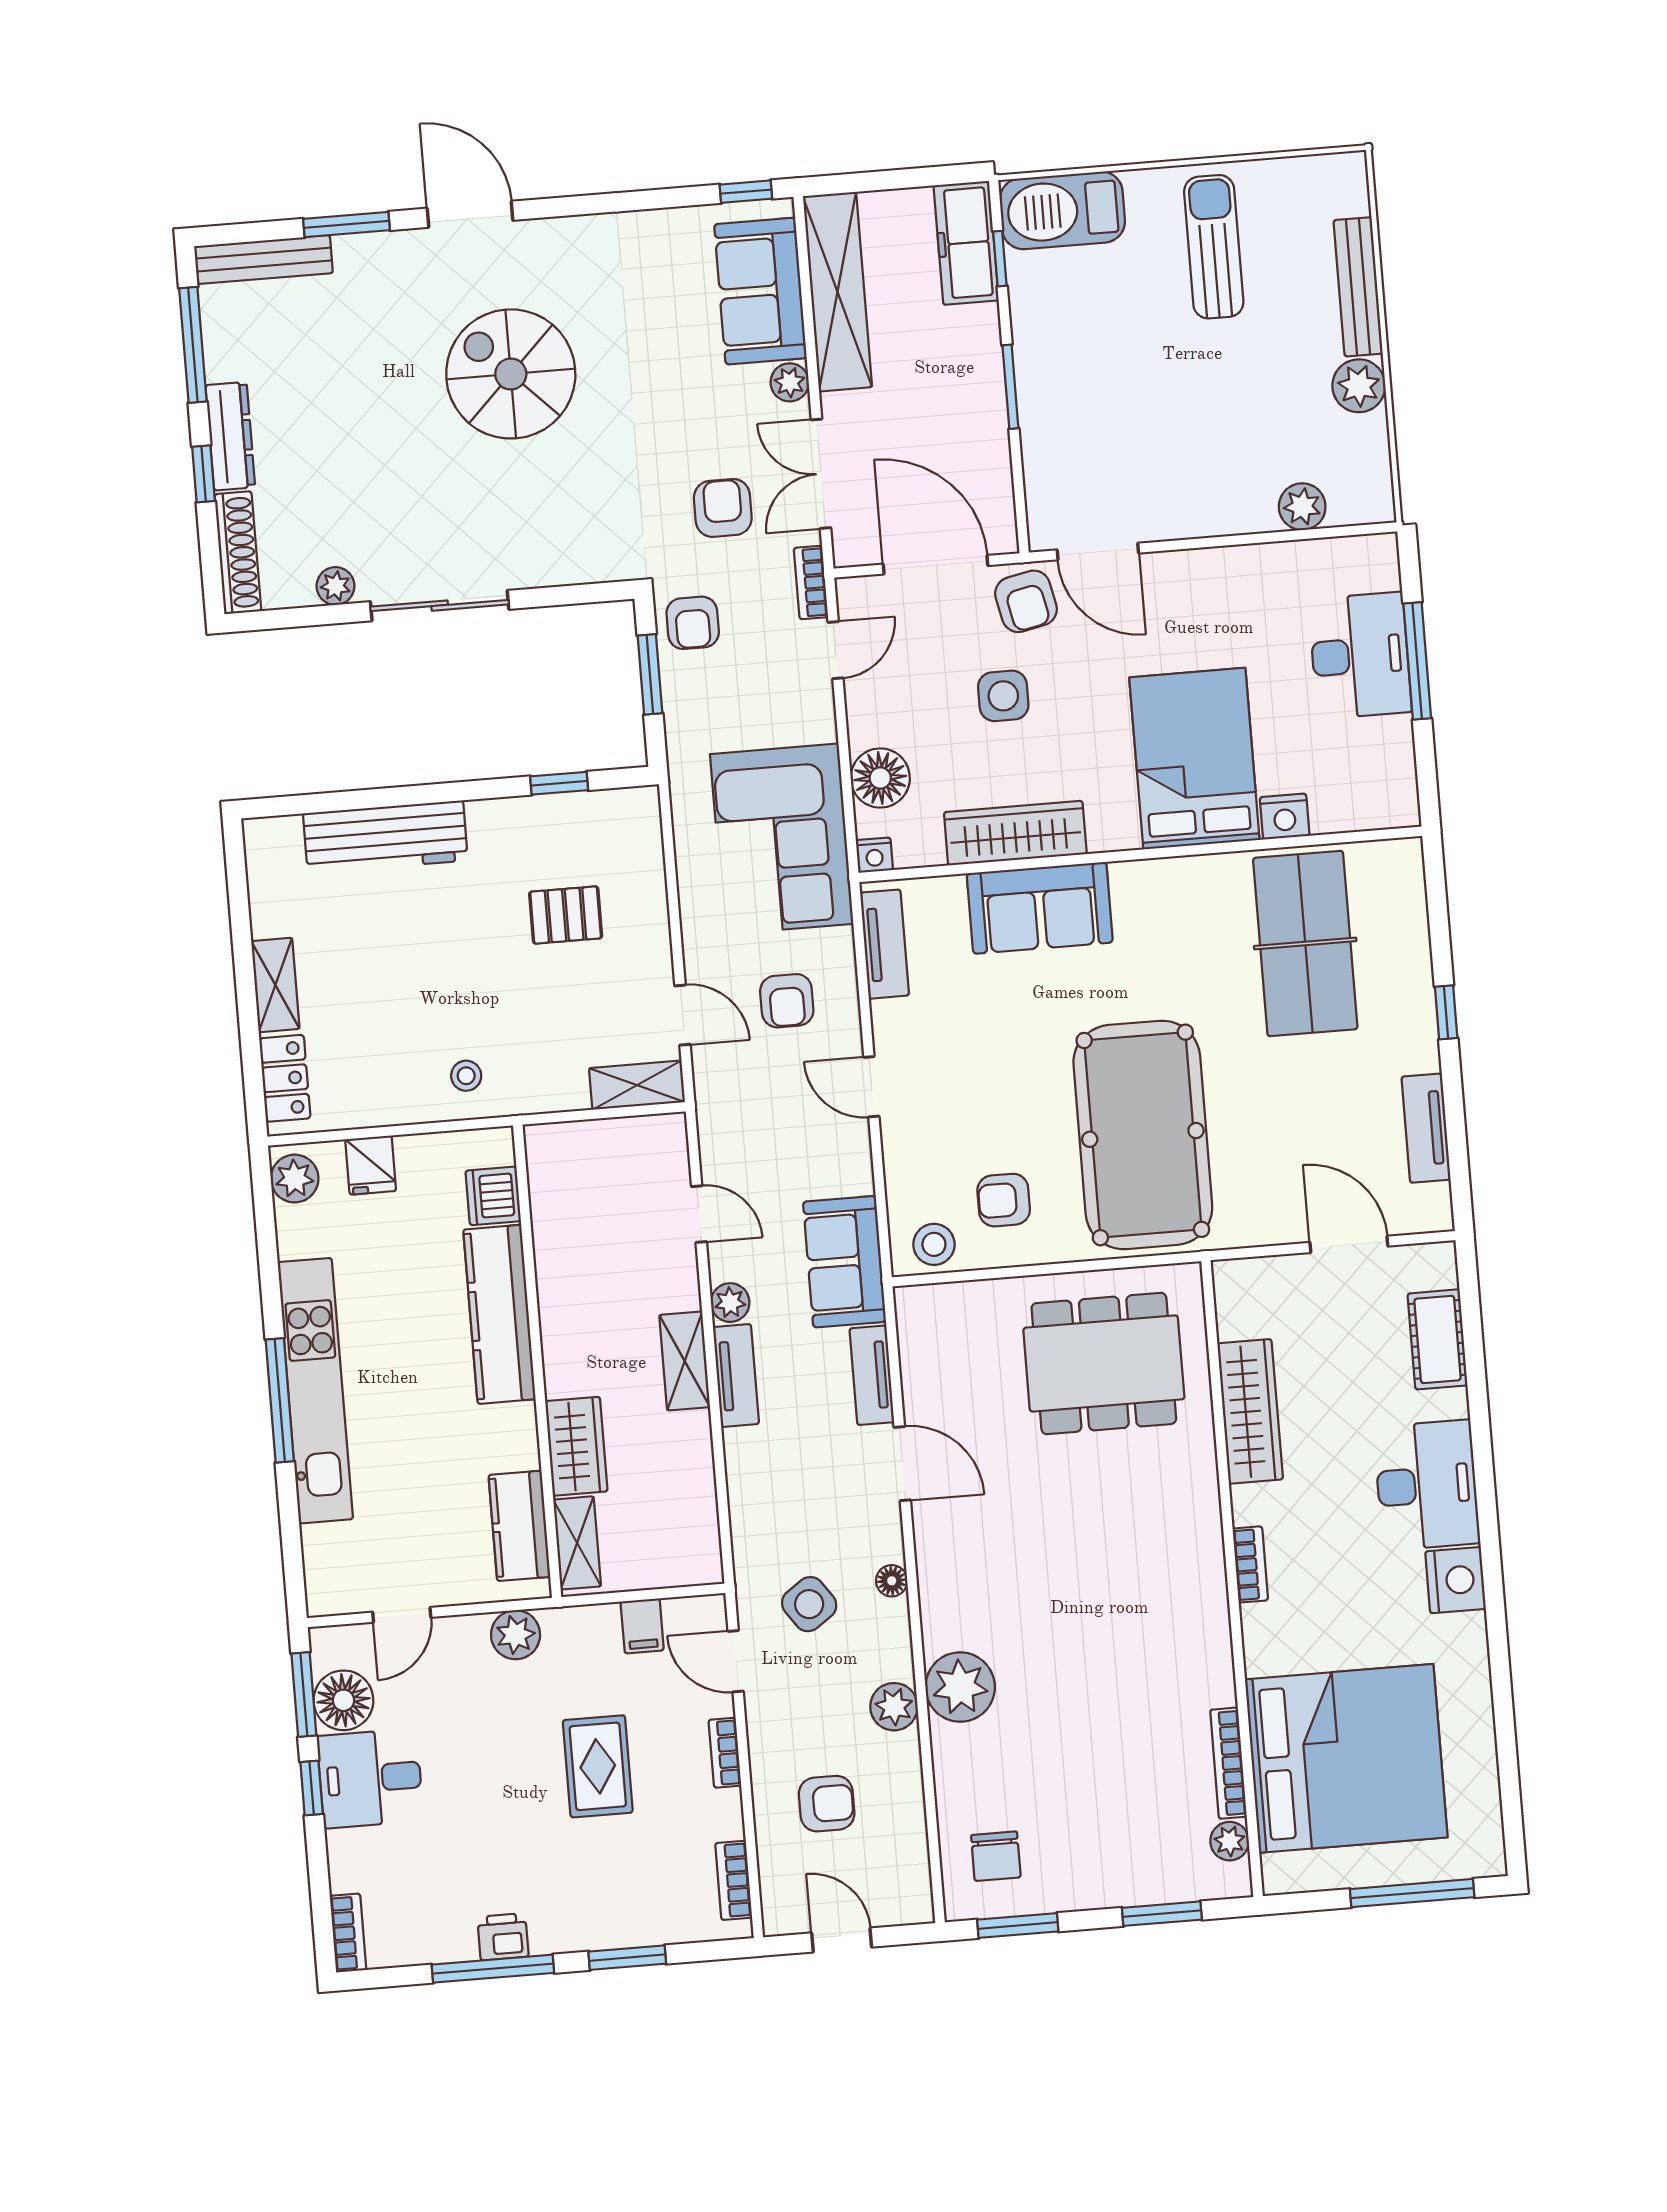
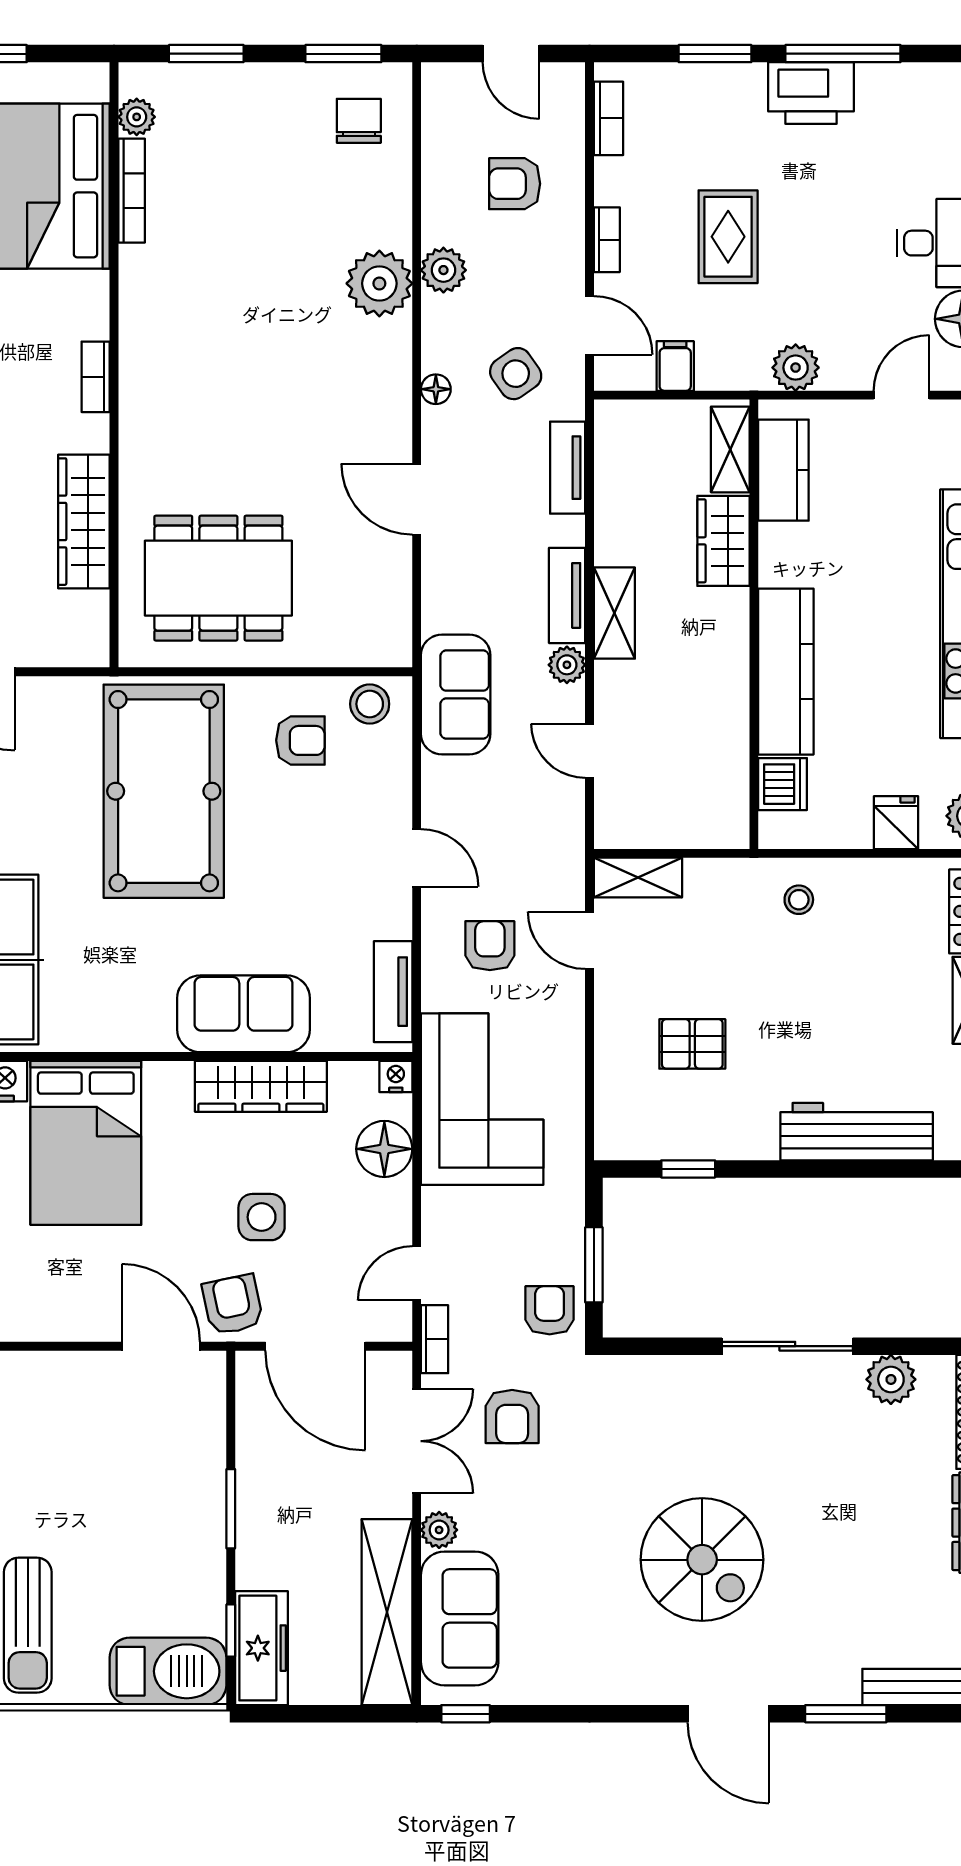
plant: (336, 586) -> (891, 1379), width x1.38, depth x1.38
tv unit: (872, 1375) -> (568, 468), moved, turned 180
printer: (503, 1937) -> (811, 93), width x1.87, depth x1.48

